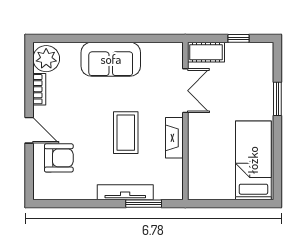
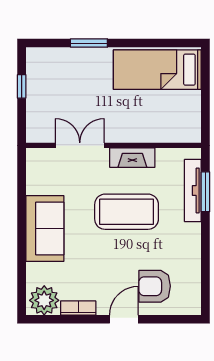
cot: (206, 52) -> (37, 122), removed
coffee table: (126, 133) -> (127, 212), width x1.36, depth x1.32
armchair: (59, 158) -> (155, 286), turned -90
tv unit: (125, 192) -> (193, 190), moved

